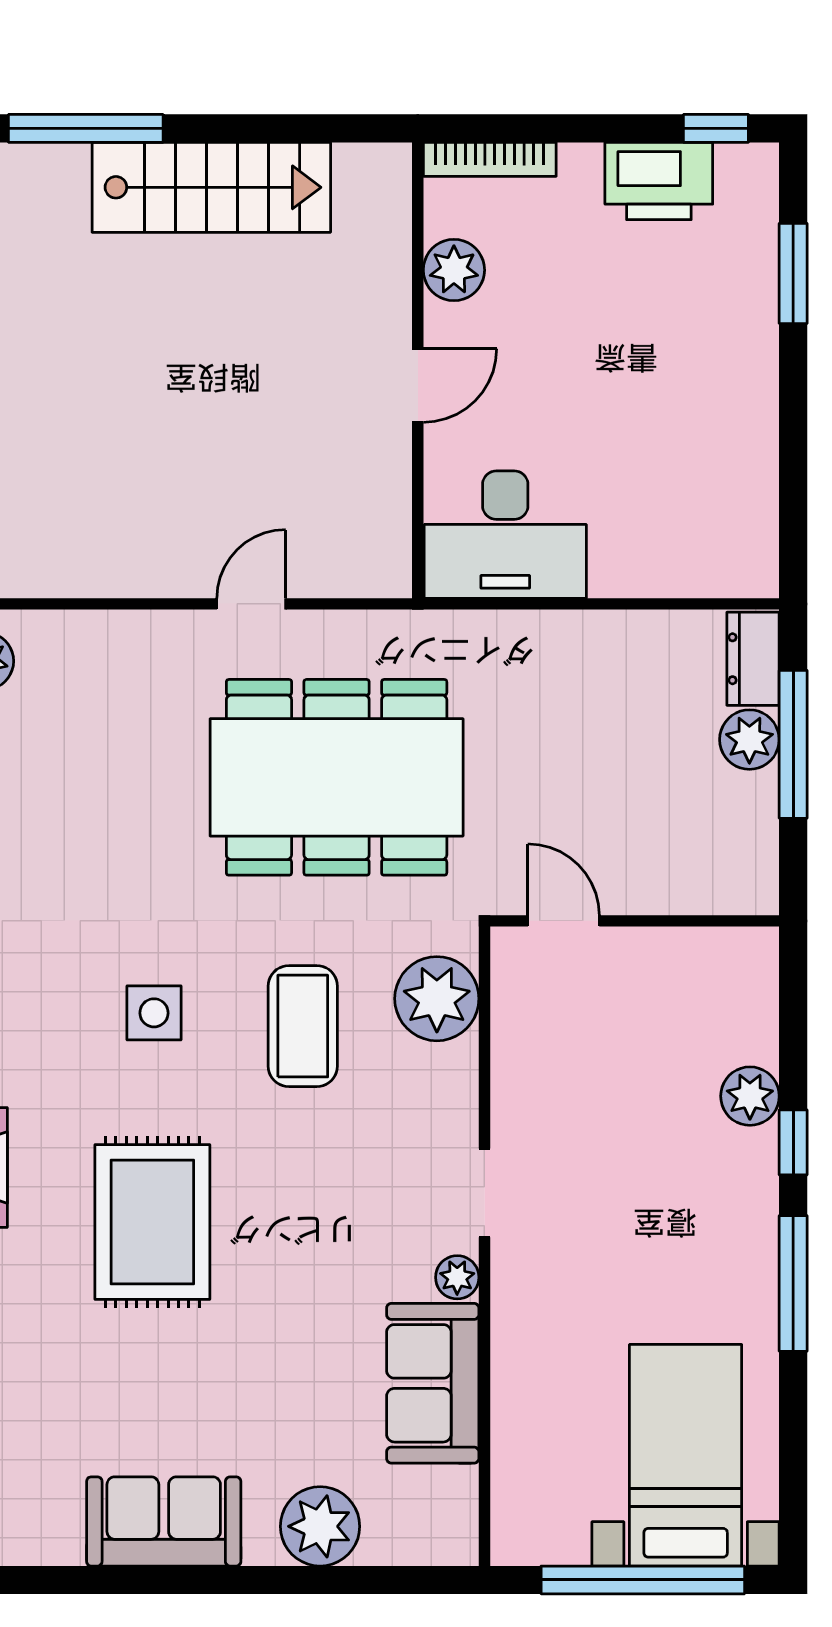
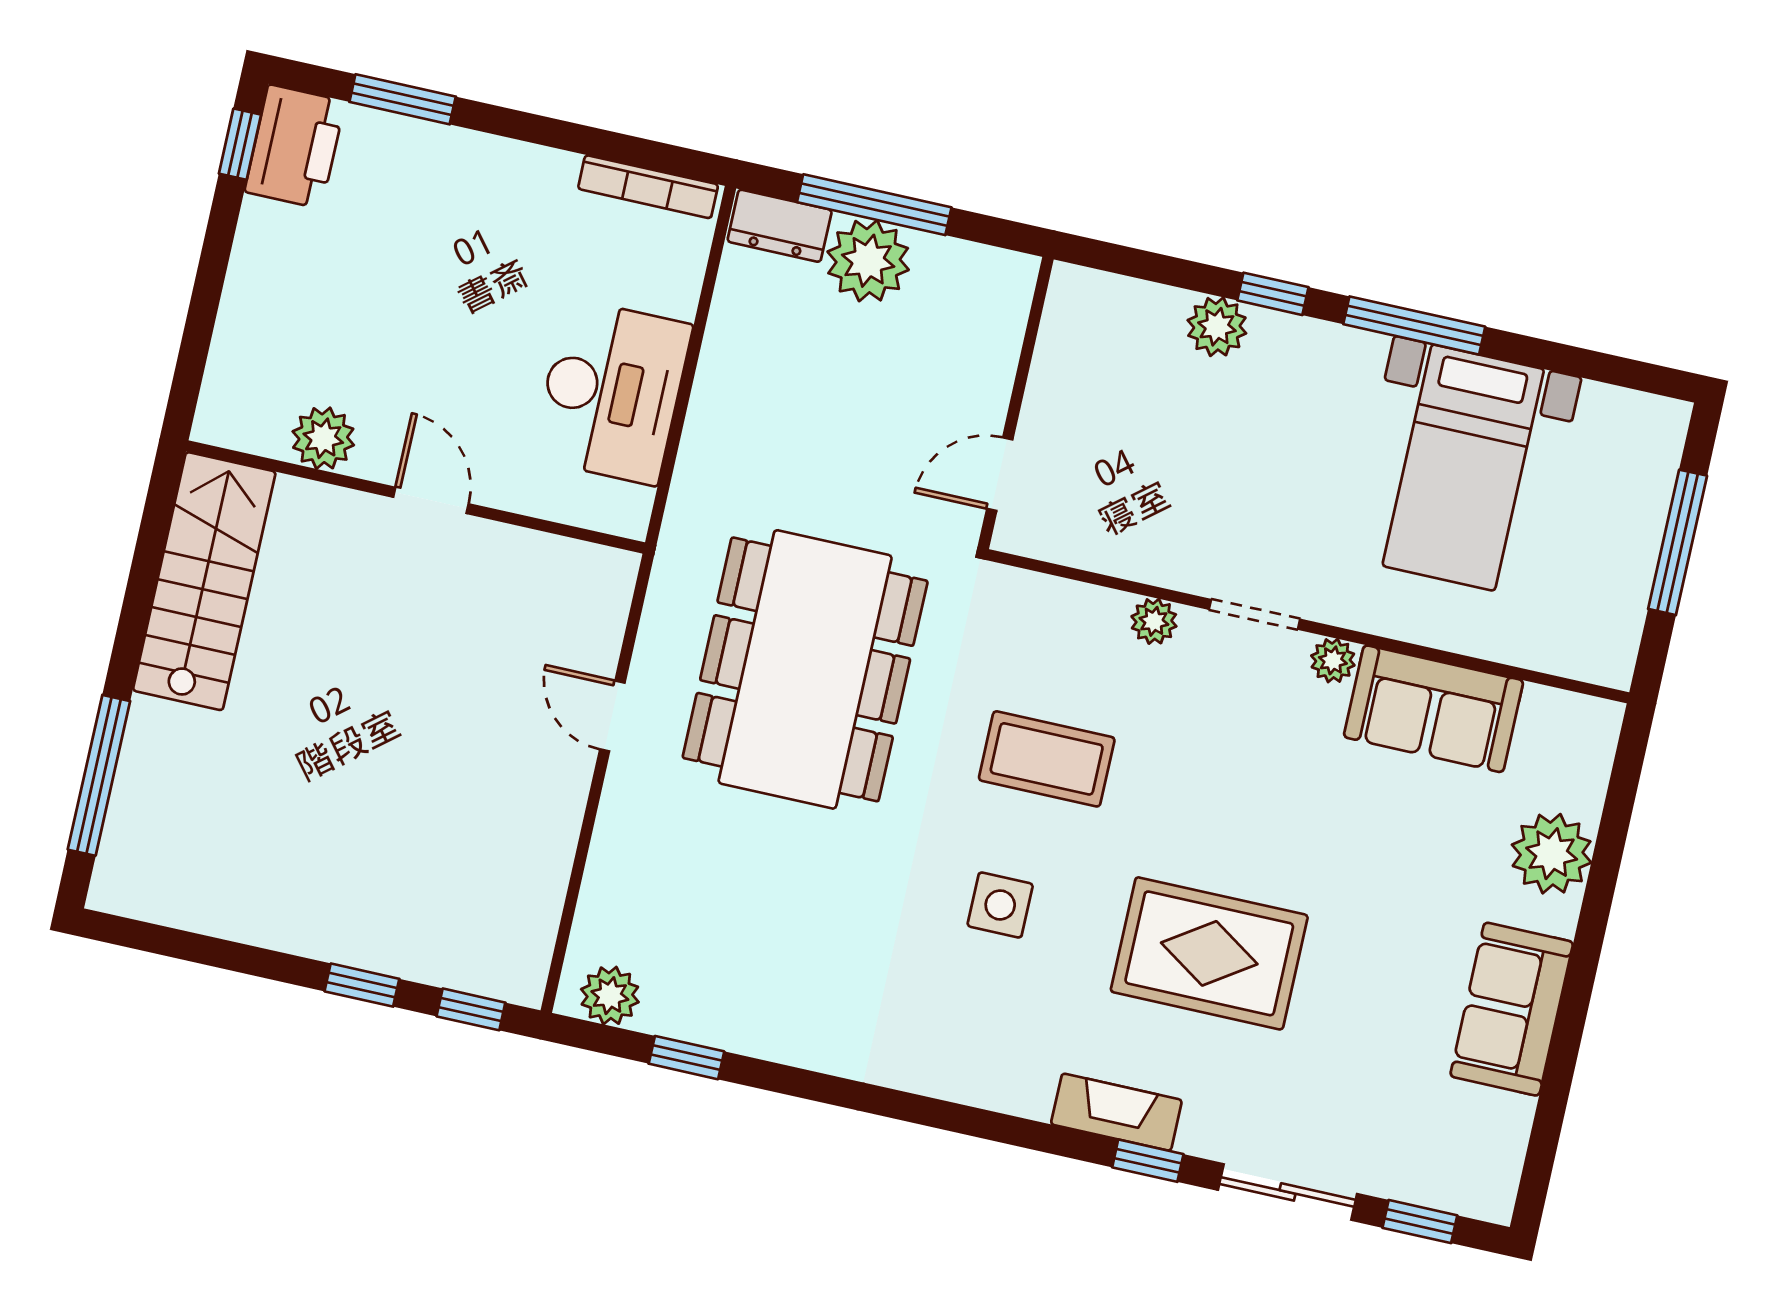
bookcase: (490, 159) -> (648, 187), moved, turned 90
printer: (659, 181) -> (295, 146), moved
stairs: (211, 187) -> (204, 581), moved
desk: (505, 535) -> (612, 392), moved
plant: (749, 740) -> (868, 261), width x1.36, depth x1.36
plant: (437, 999) -> (1154, 621), moved, width x0.53, depth x0.53
bed with nightstands: (686, 1455) -> (1463, 468), moved, turned -90
window: (643, 1580) -> (1678, 542), width x0.68

